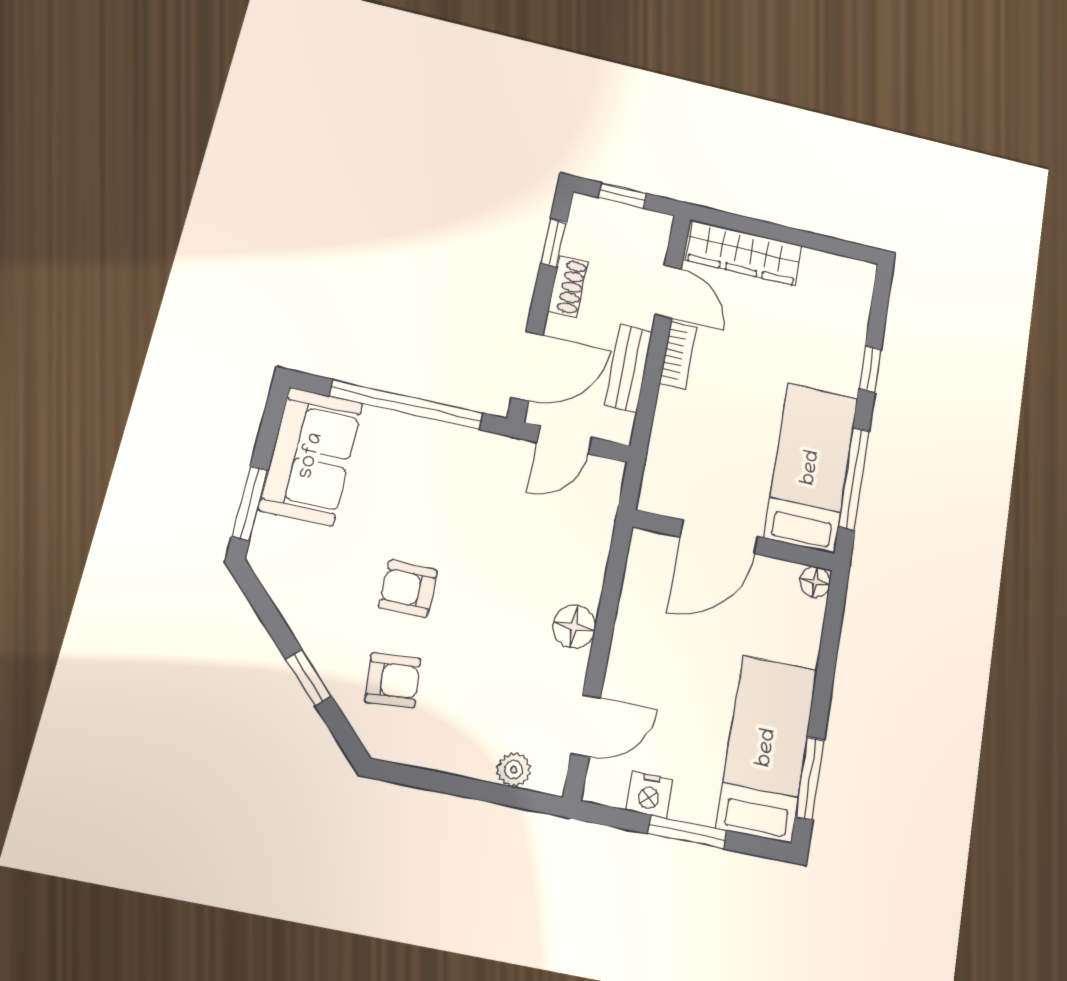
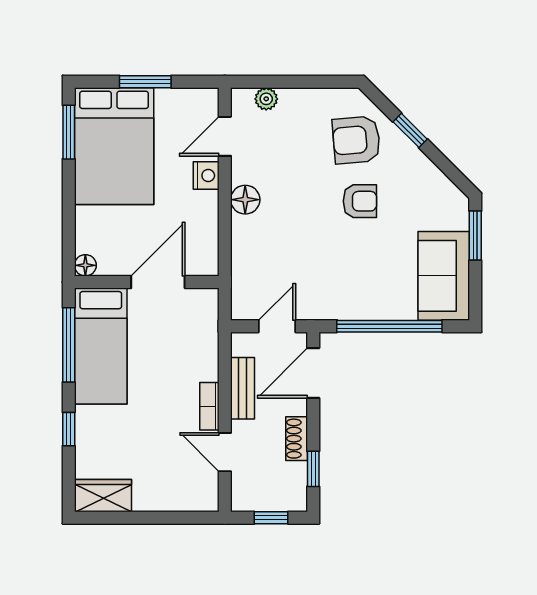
wardrobe: (744, 253) -> (103, 496), moved, width x0.67
armchair: (393, 680) -> (356, 140), width x1.38, depth x1.38
bed: (767, 748) -> (114, 146), width x1.50
nightstand: (649, 795) -> (206, 175), moved, turned 90

